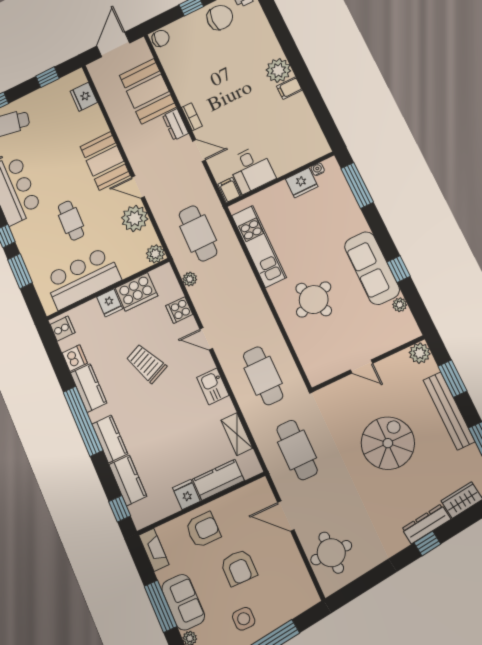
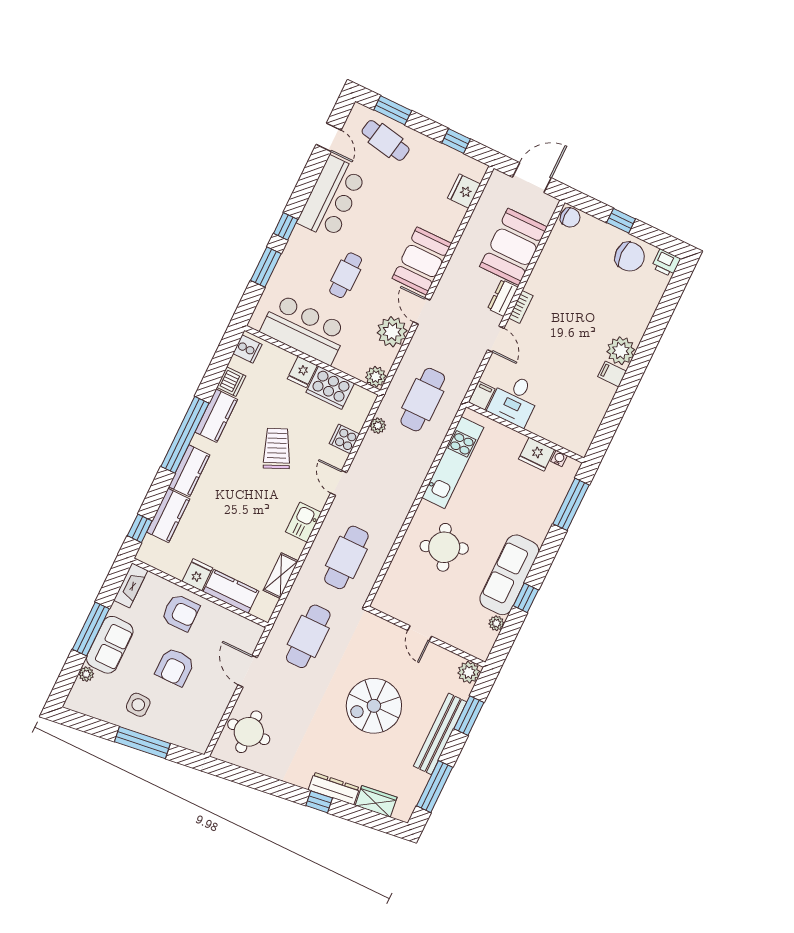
spiral stairs: (388, 443) -> (374, 706), turned 180

